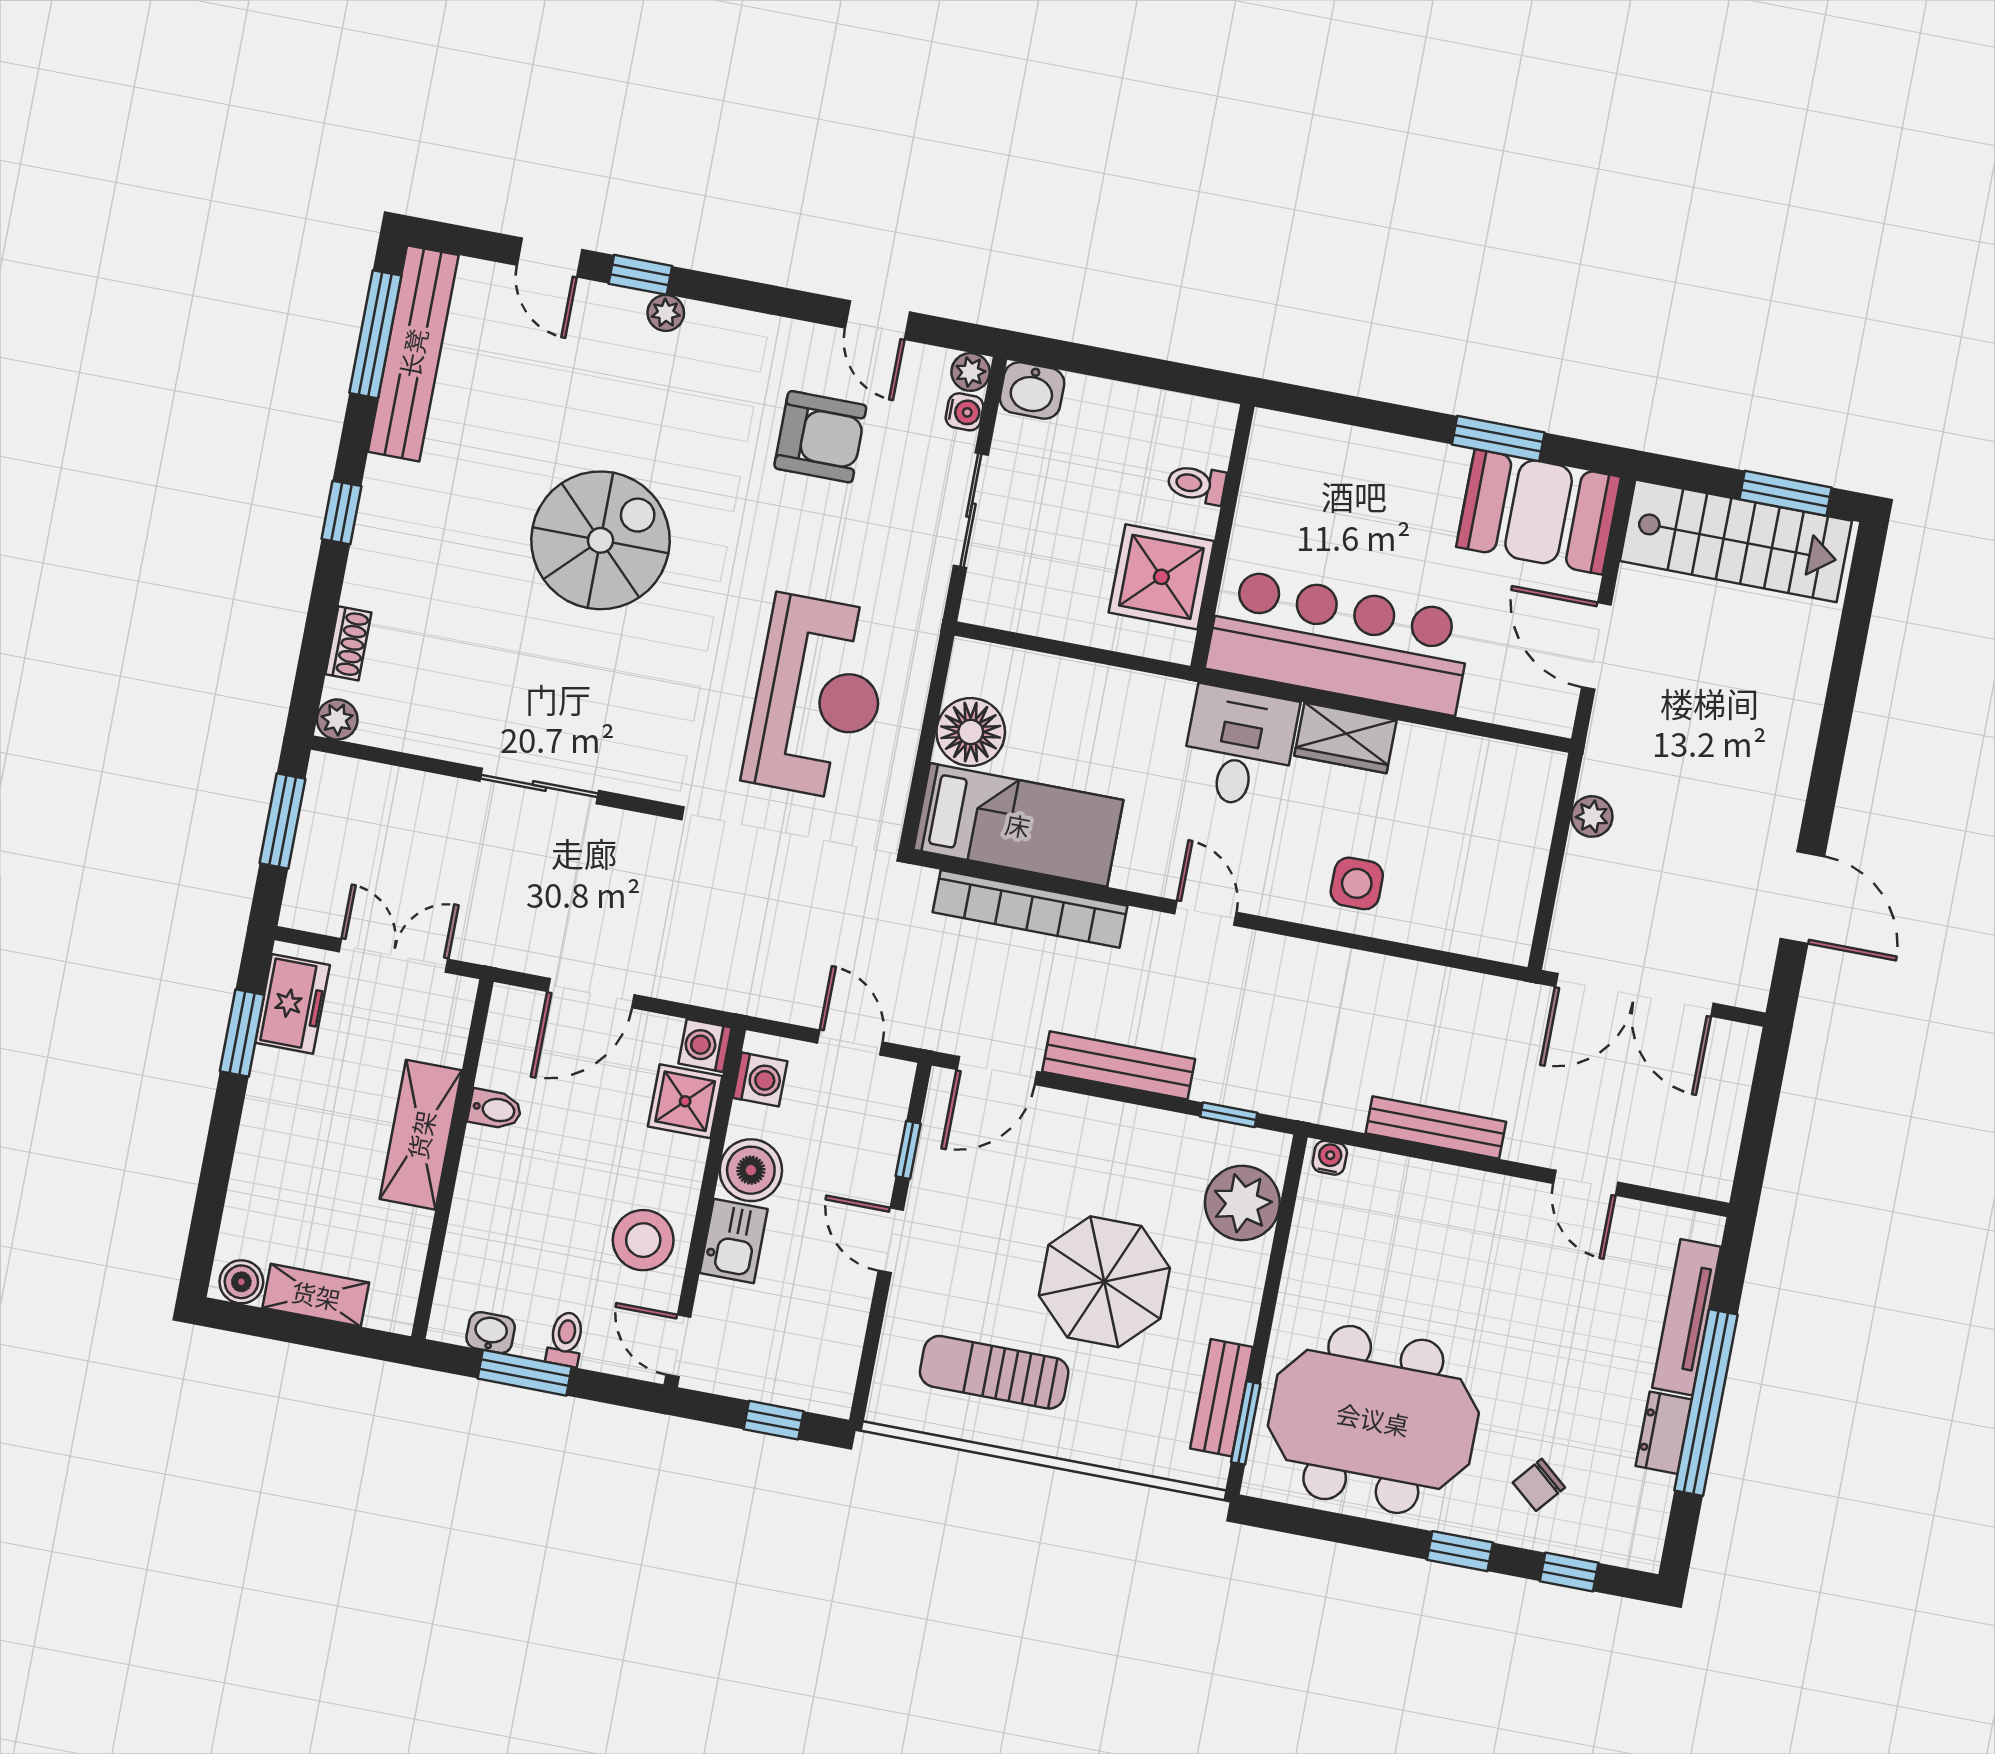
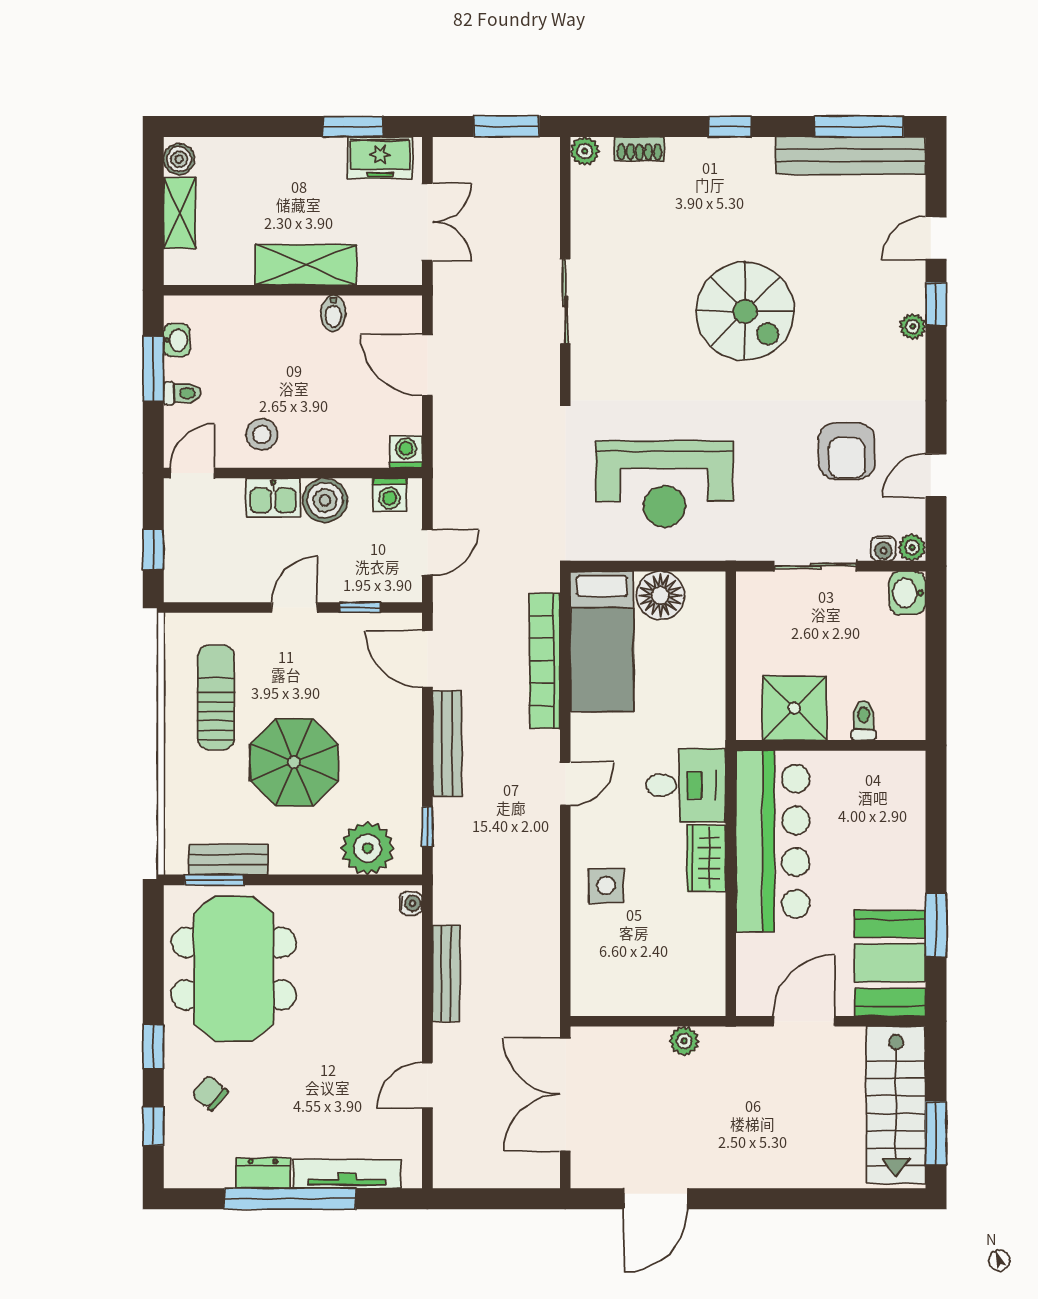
shower: (685, 1101) -> (364, 445), removed
stool: (643, 1240) -> (262, 434), width x0.73, depth x0.73

